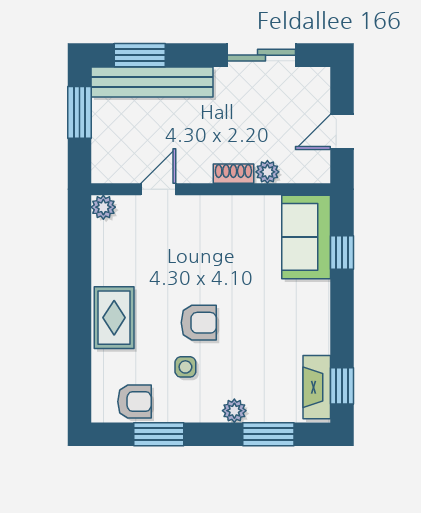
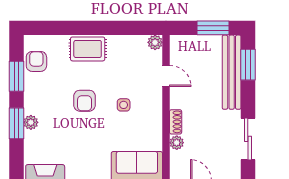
side table: (185, 367) -> (124, 105), moved
armchair: (134, 402) -> (36, 61), turned 180
window: (268, 434) -> (16, 123), moved

